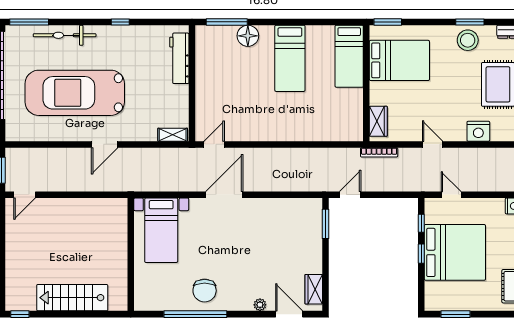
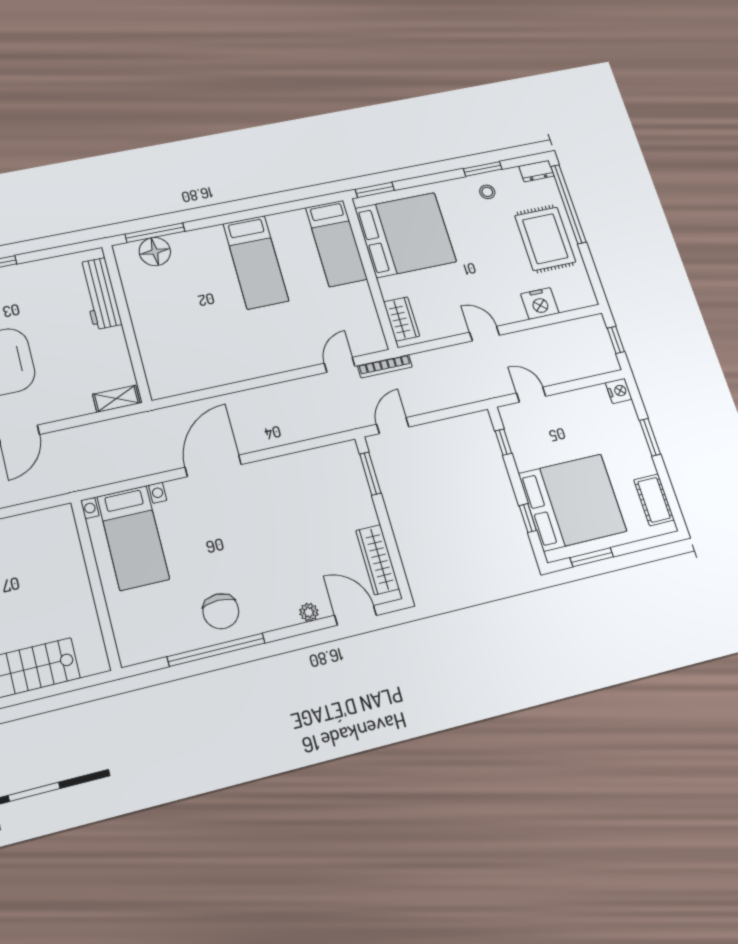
floor lamp: (248, 36) -> (155, 252), moved
stool: (468, 40) -> (487, 192), width x0.53, depth x0.53
bed: (399, 60) -> (405, 235), width x1.36
door: (214, 144) -> (340, 365), moved
bookcase: (379, 152) -> (385, 366), moved
bed: (455, 252) -> (572, 502), moved
window: (421, 254) -> (528, 518), moved
wardrobe: (314, 289) -> (378, 560), width x1.50

